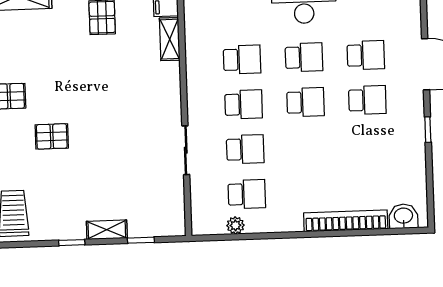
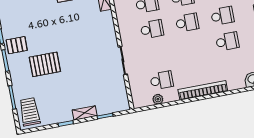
pallet: (52, 136) -> (45, 64), width x1.50, depth x1.42
school desk: (245, 149) -> (227, 41), moved
bookcase: (346, 221) -> (203, 90), moved

